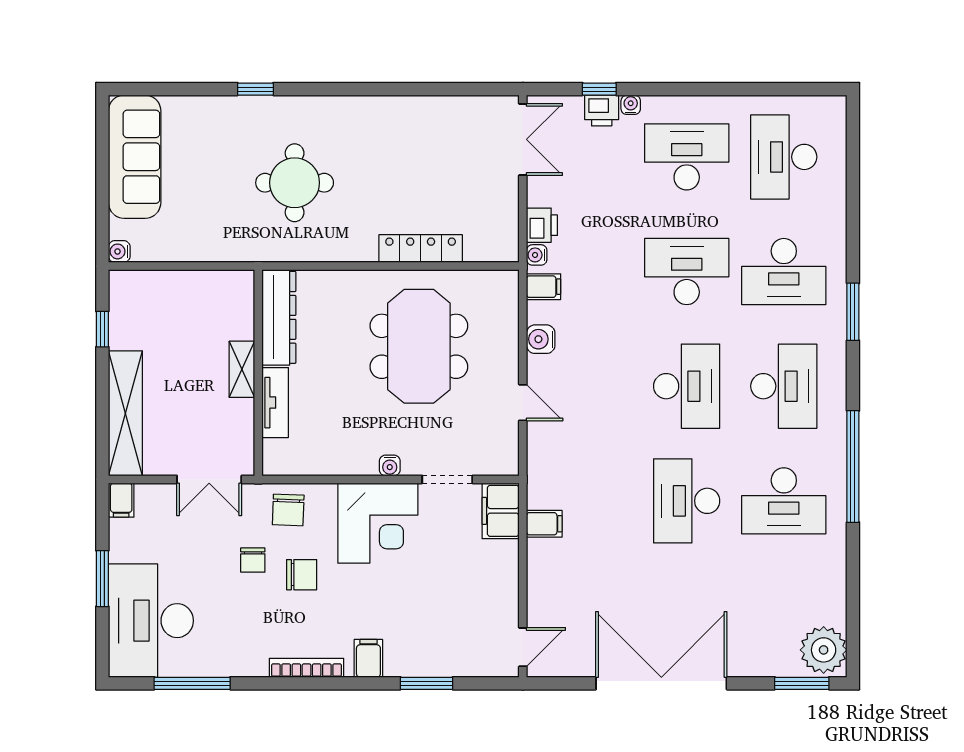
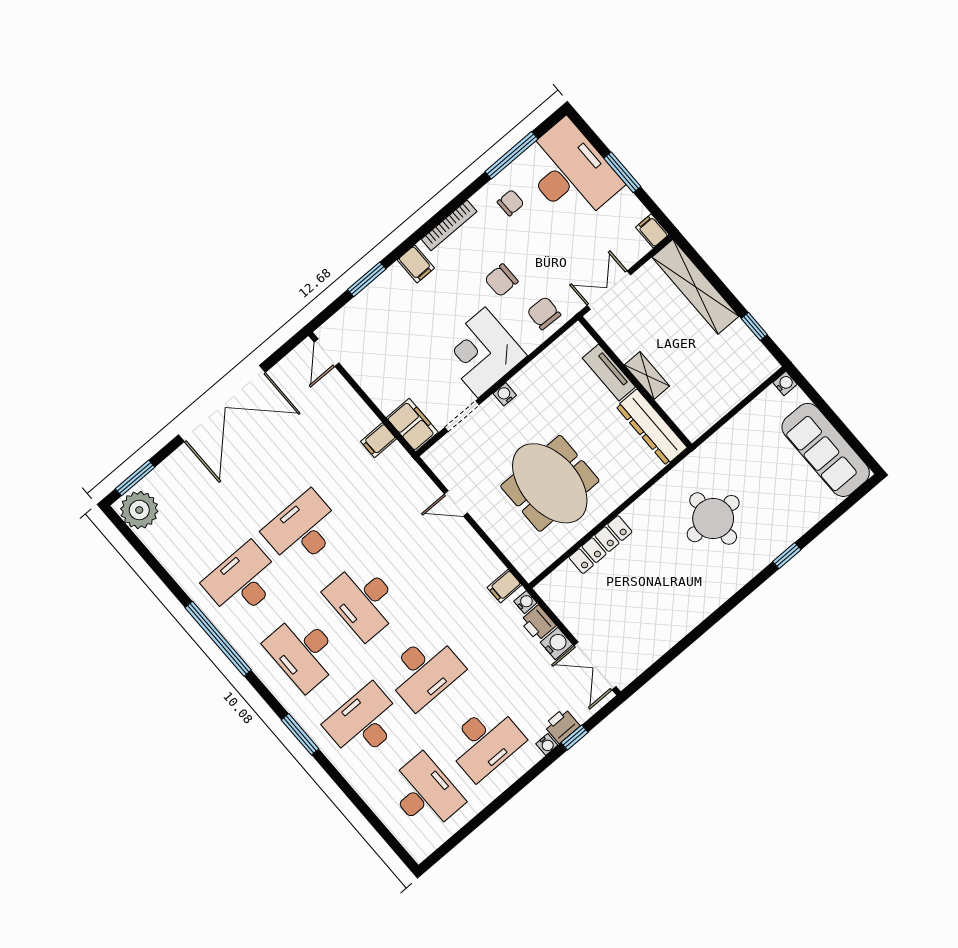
water cooler: (541, 339) -> (557, 643), moved
desk: (687, 501) -> (303, 530), turned -90
chair: (253, 560) -> (511, 203), moved, turned 90

